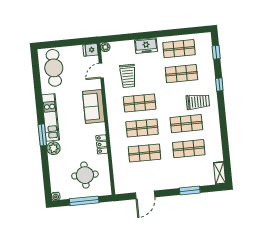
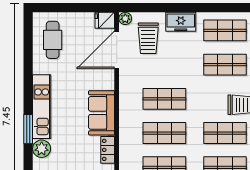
cafe table: (54, 68) -> (53, 40), width x0.73, depth x0.74
door: (101, 71) -> (117, 50), width x1.88
trolley: (128, 76) -> (148, 38), moved
sofa: (94, 107) -> (102, 113), moved

